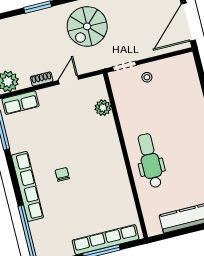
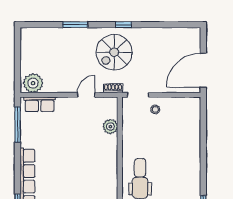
shoe rack: (42, 79) -> (113, 88), moved
chair: (62, 174) -> (60, 176), removed

